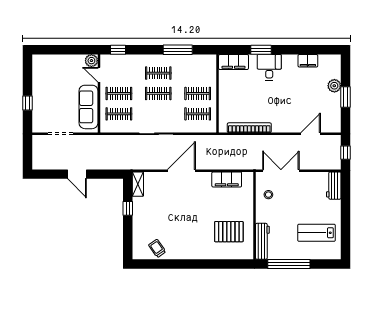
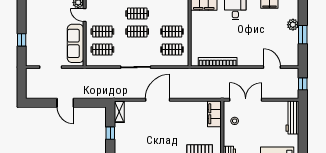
door: (311, 134) -> (272, 67), hinge flipped
filing cabinet: (227, 179) -> (214, 114), moved, turned 90
workbench: (334, 186) -> (292, 117), width x1.38

